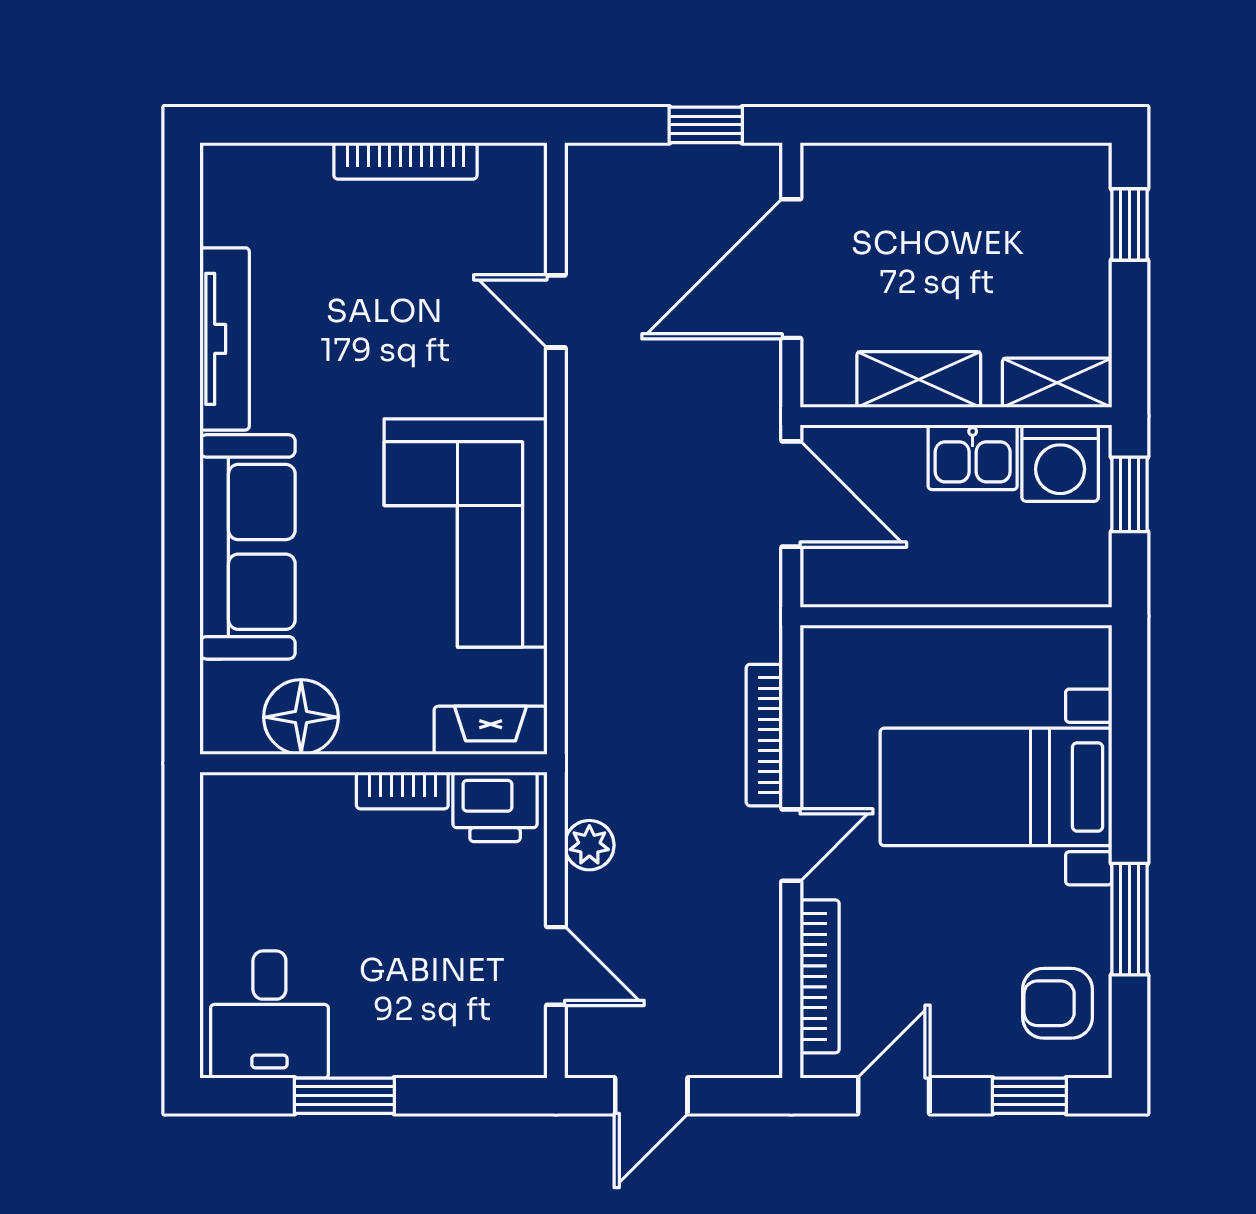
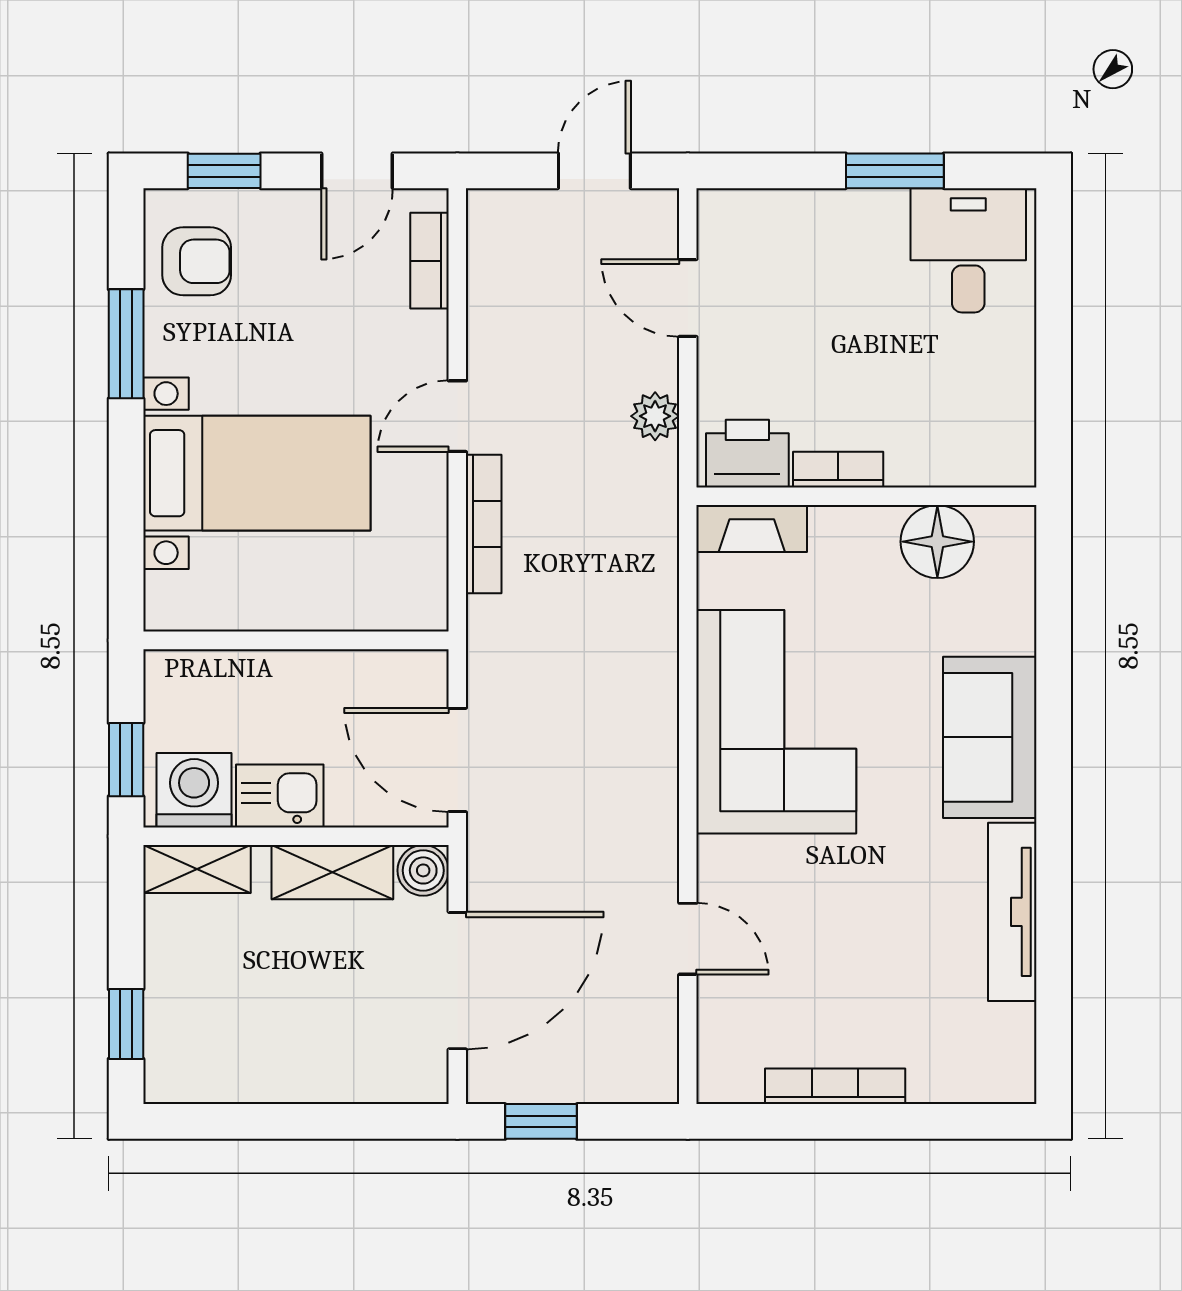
boiler: (826, 381) -> (423, 870), added
sofa: (248, 547) -> (990, 737), width x0.73
bookcase: (820, 976) -> (430, 261), width x0.64

